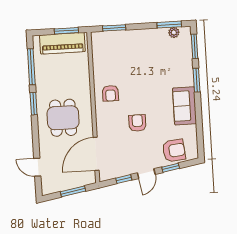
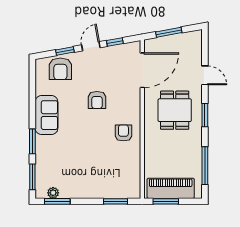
window: (34, 104) -> (205, 115), moved
armchair: (174, 151) -> (60, 69), turned -84
door: (37, 167) -> (205, 75), moved

